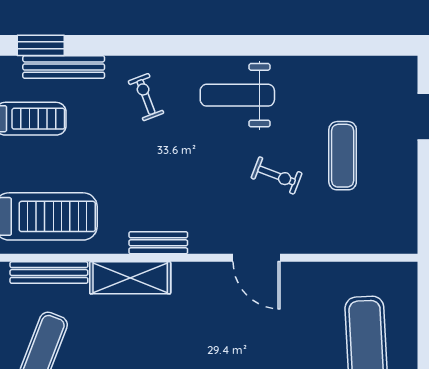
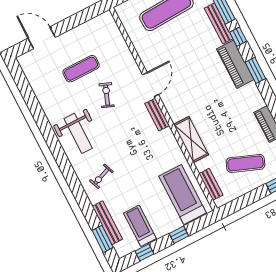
bench: (158, 243) -> (157, 115), moved
bench: (49, 273) -> (211, 184), width x0.73

